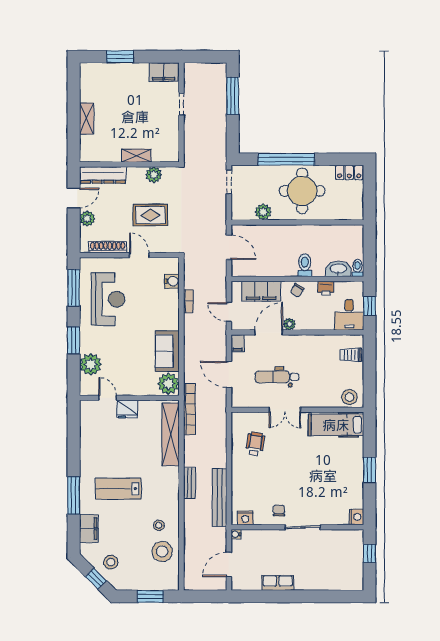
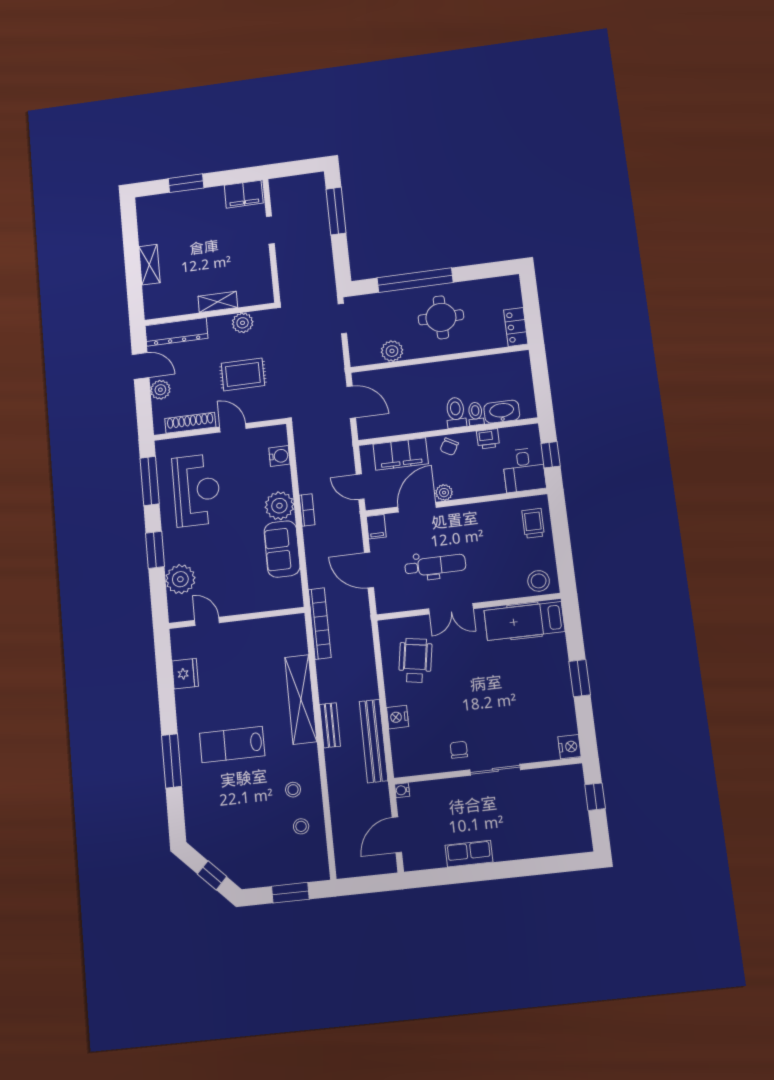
locker: (349, 172) -> (516, 327), moved, turned 90
round table: (302, 191) -> (441, 317), width x0.73, depth x0.73
door: (74, 198) -> (141, 366), hinge flipped
toilet: (357, 268) -> (476, 414), moved
bookcase: (188, 301) -> (307, 510), moved
trolley: (351, 355) -> (533, 523), turned 90
dental chair: (277, 377) -> (435, 565), turned 180
plant: (168, 384) -> (279, 506), moved
fridge: (127, 409) -> (185, 674), moved, turned -90
shelving: (171, 434) -> (301, 699), moved
wheelchair: (255, 444) -> (415, 660), width x1.36, depth x1.37
nightstand: (245, 518) -> (398, 717), moved, turned 90
filing cabinet: (89, 529) -> (196, 805), removed
stool: (162, 552) -> (301, 826), width x0.53, depth x0.53
stool: (111, 562) -> (231, 849), removed

